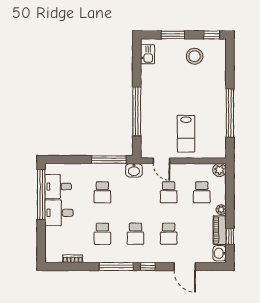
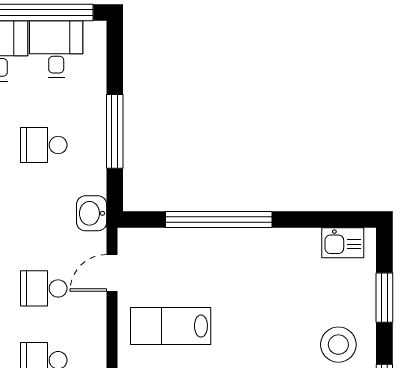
window: (109, 160) -> (115, 131), moved

